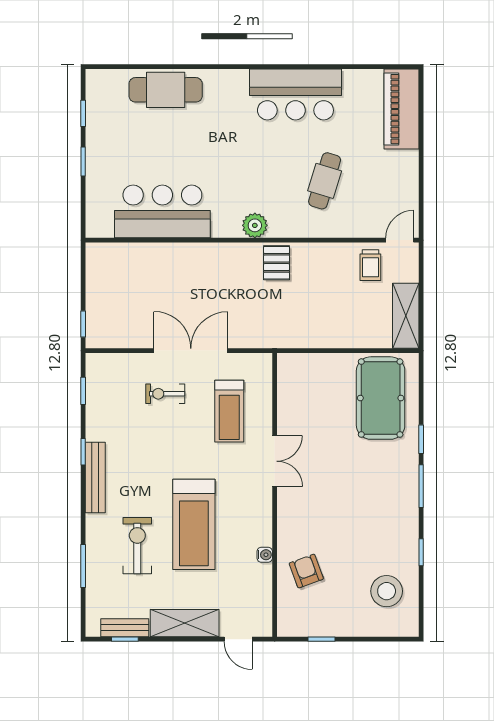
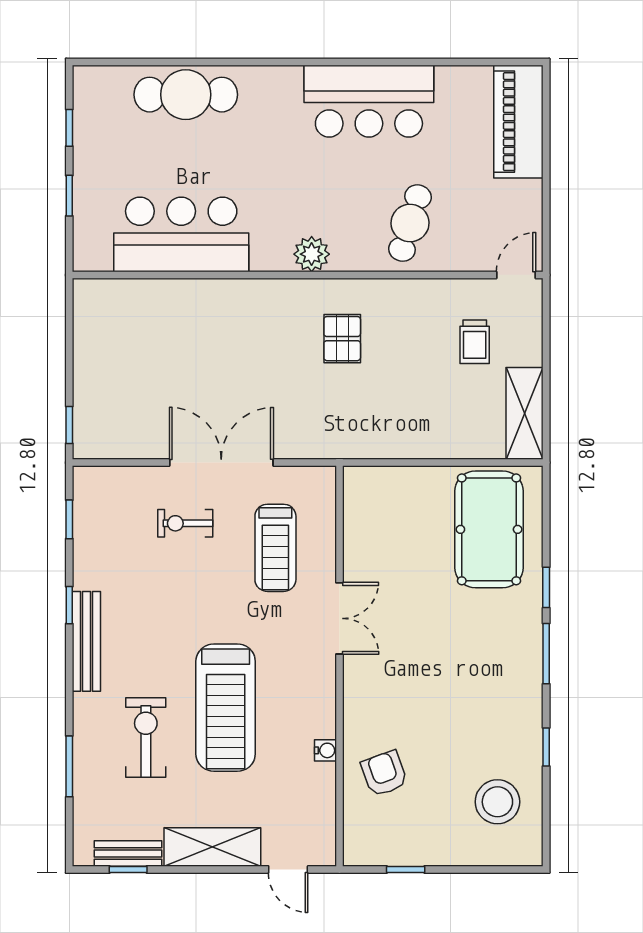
bar counter: (162, 211) -> (181, 234), moved
plant: (255, 225) -> (312, 254), moved
wall: (252, 240) -> (308, 275), moved
door: (400, 240) -> (516, 275), moved

